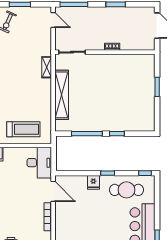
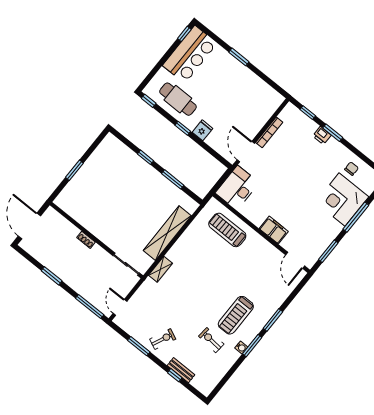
window: (87, 134) -> (173, 179), width x0.69

